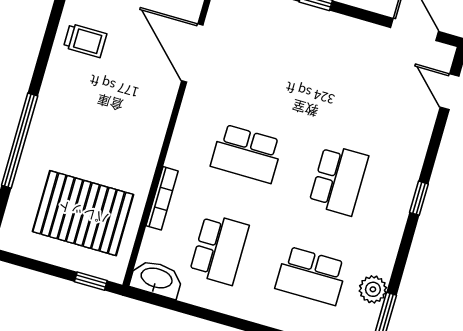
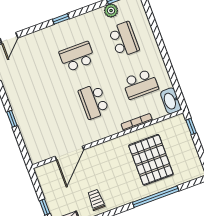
school desk: (247, 154) -> (94, 101), turned 180
pallet: (83, 213) -> (151, 160), moved
school desk: (219, 249) -> (140, 84), turned 180

